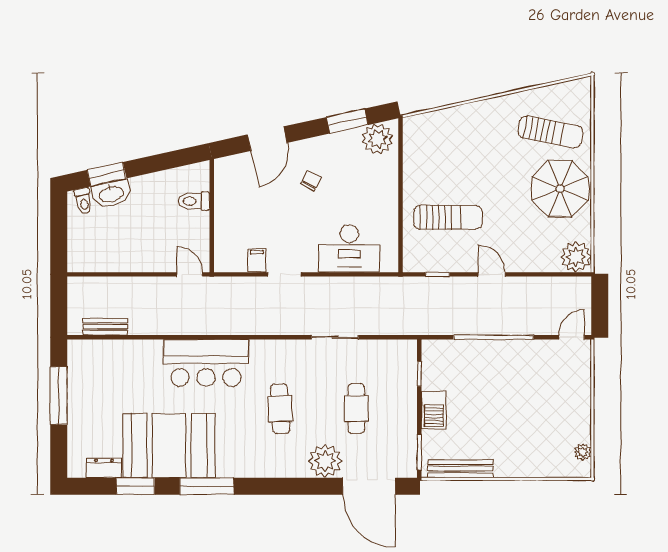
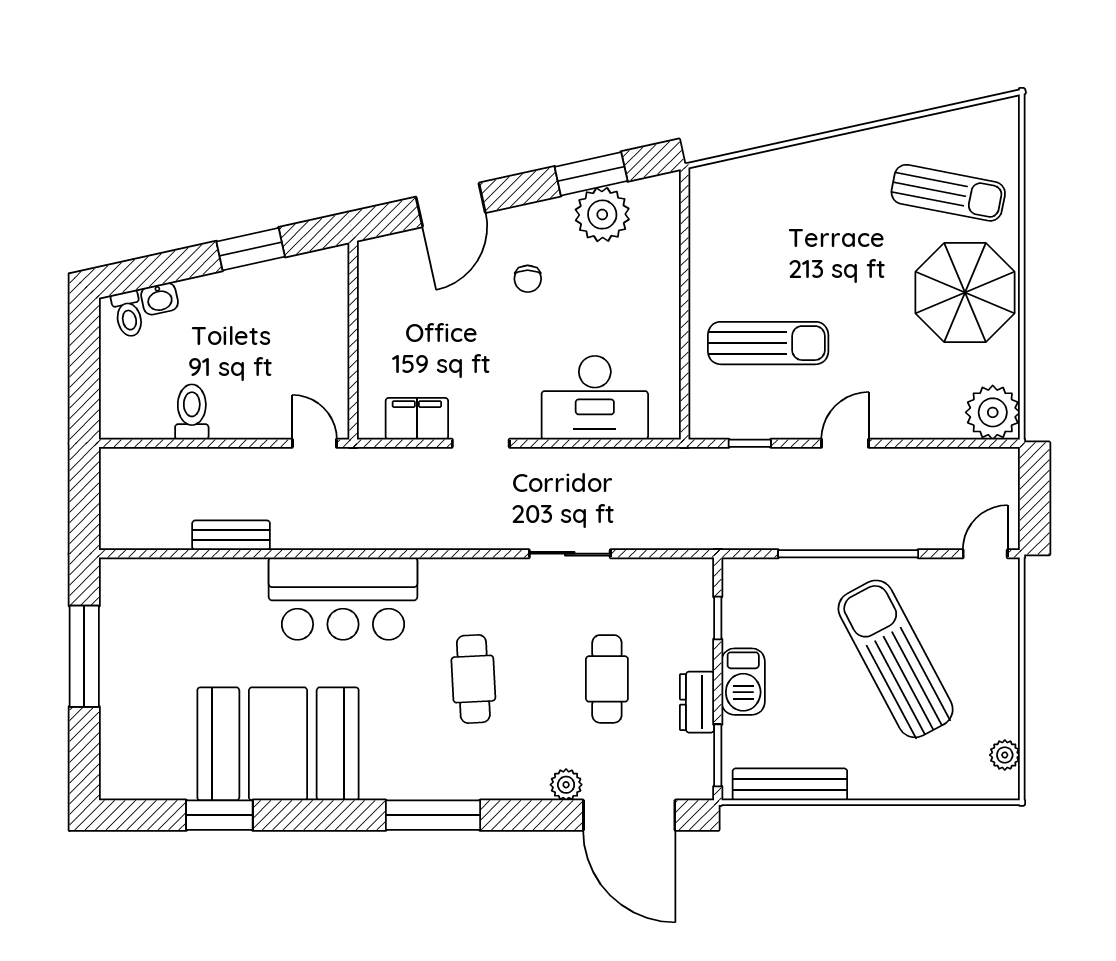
plant: (377, 139) -> (602, 215), moved
window: (107, 174) -> (251, 249), moved
chair: (311, 181) -> (528, 279), turned 153
washbasin: (111, 194) -> (160, 299), width x0.52, depth x0.69
toilet: (194, 201) -> (192, 412), moved, turned 90
filing cabinet: (257, 260) -> (417, 419), width x2.00
door: (492, 274) -> (845, 443), hinge flipped
bench: (105, 327) -> (231, 535), moved
sun lounger: (521, 397) -> (896, 659), added
plant: (325, 461) -> (566, 785), width x0.53, depth x0.53
dresser: (104, 468) -> (697, 702), moved, turned -90
window: (207, 486) -> (433, 815), moved

